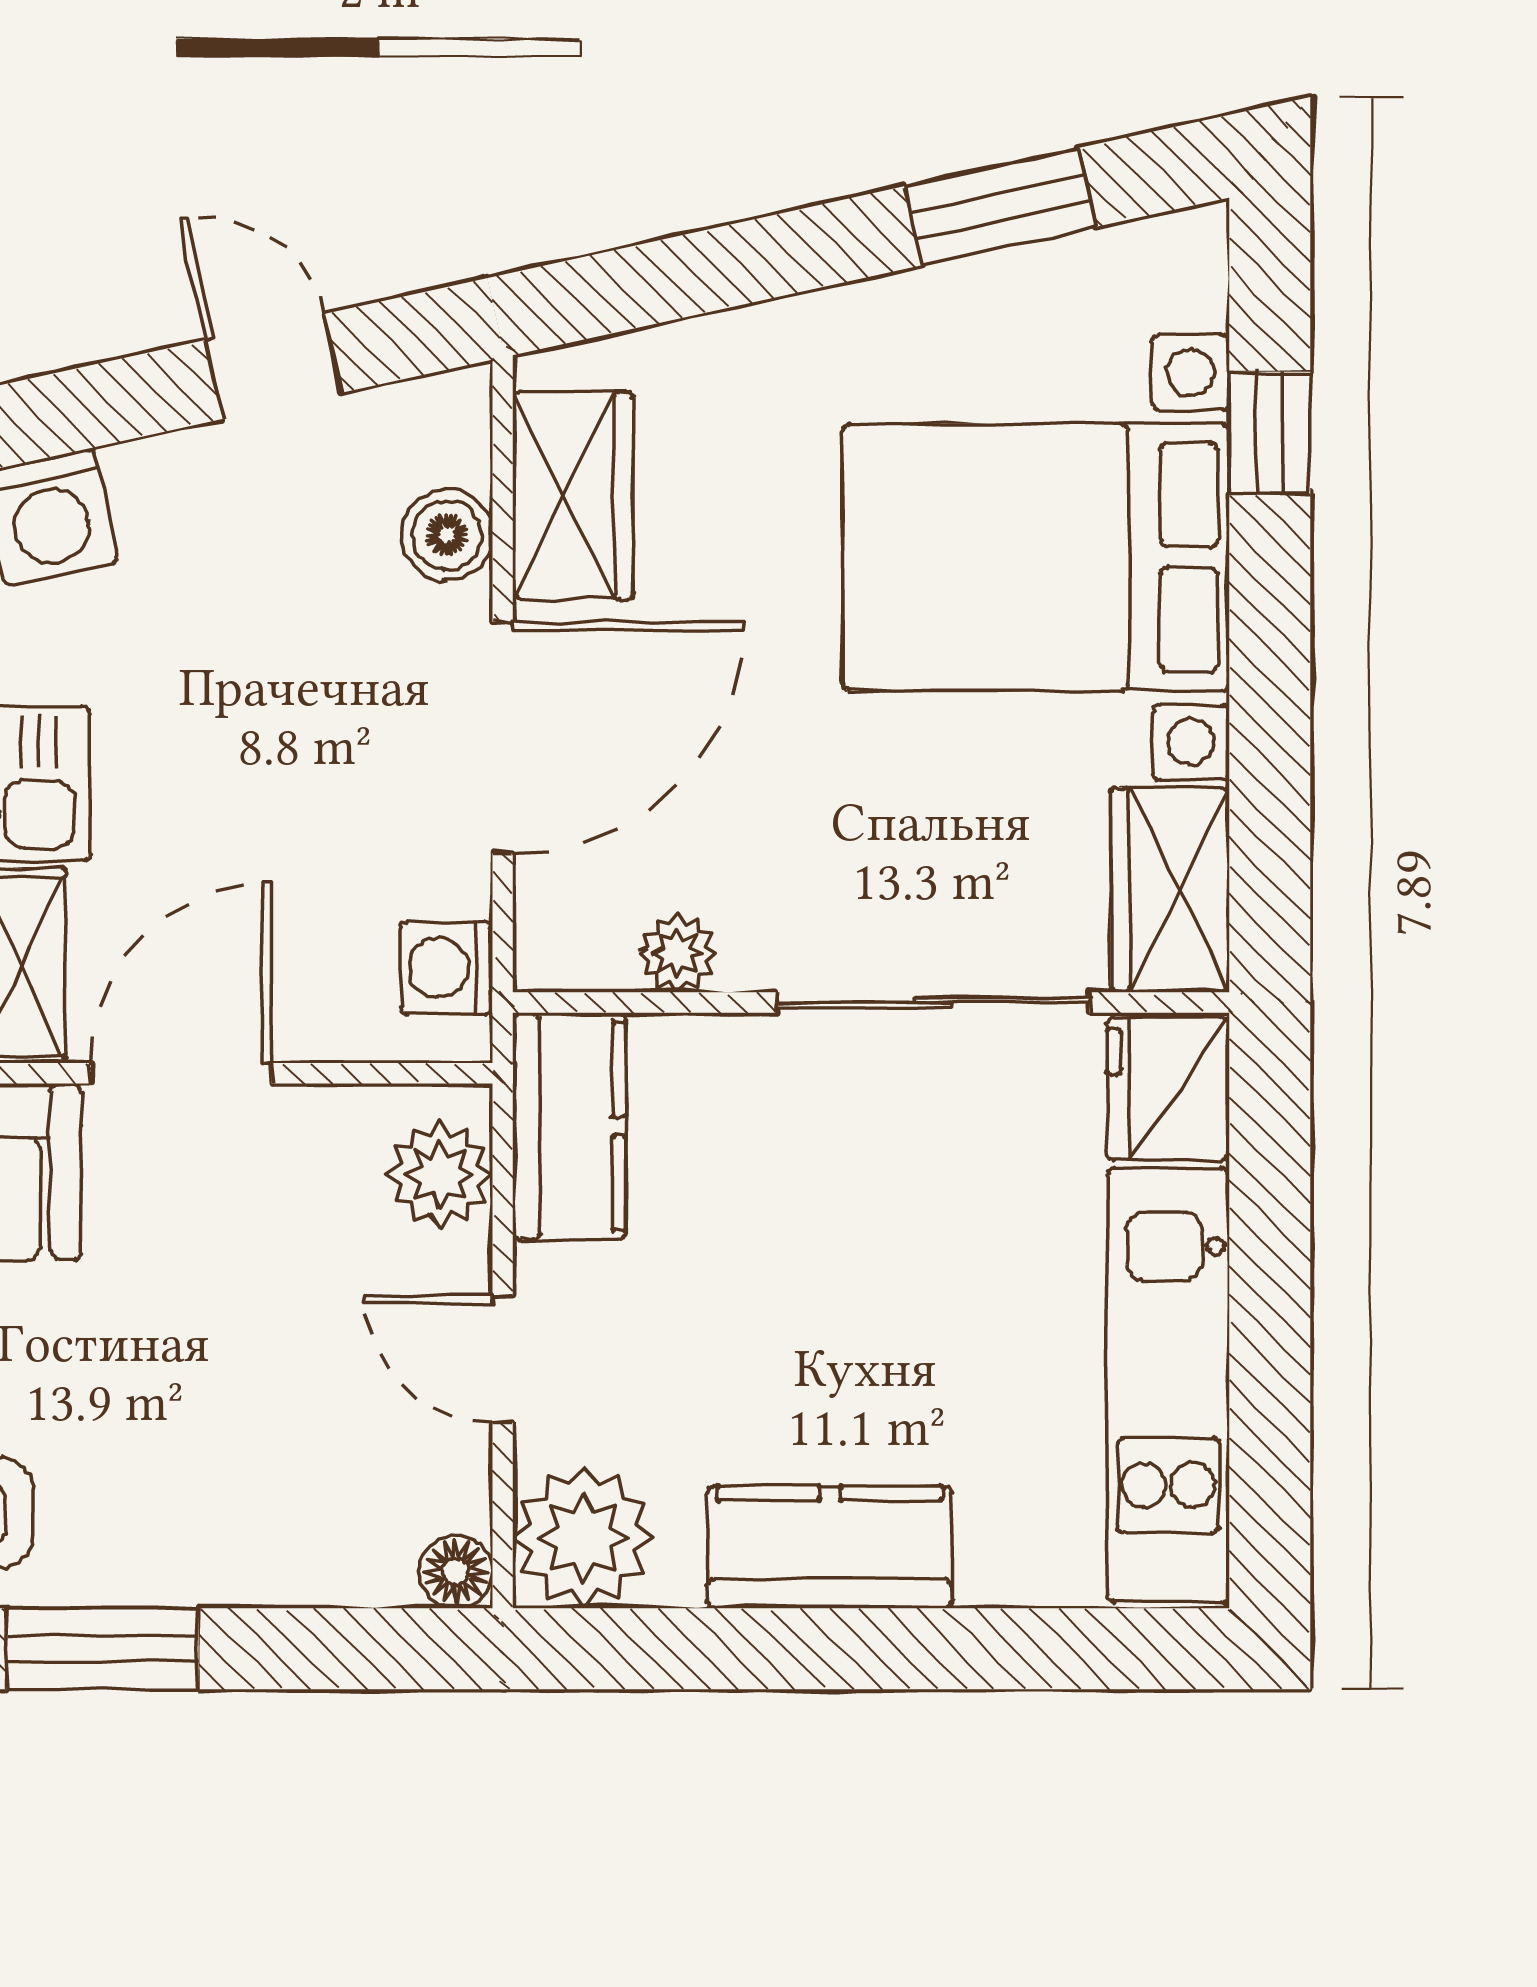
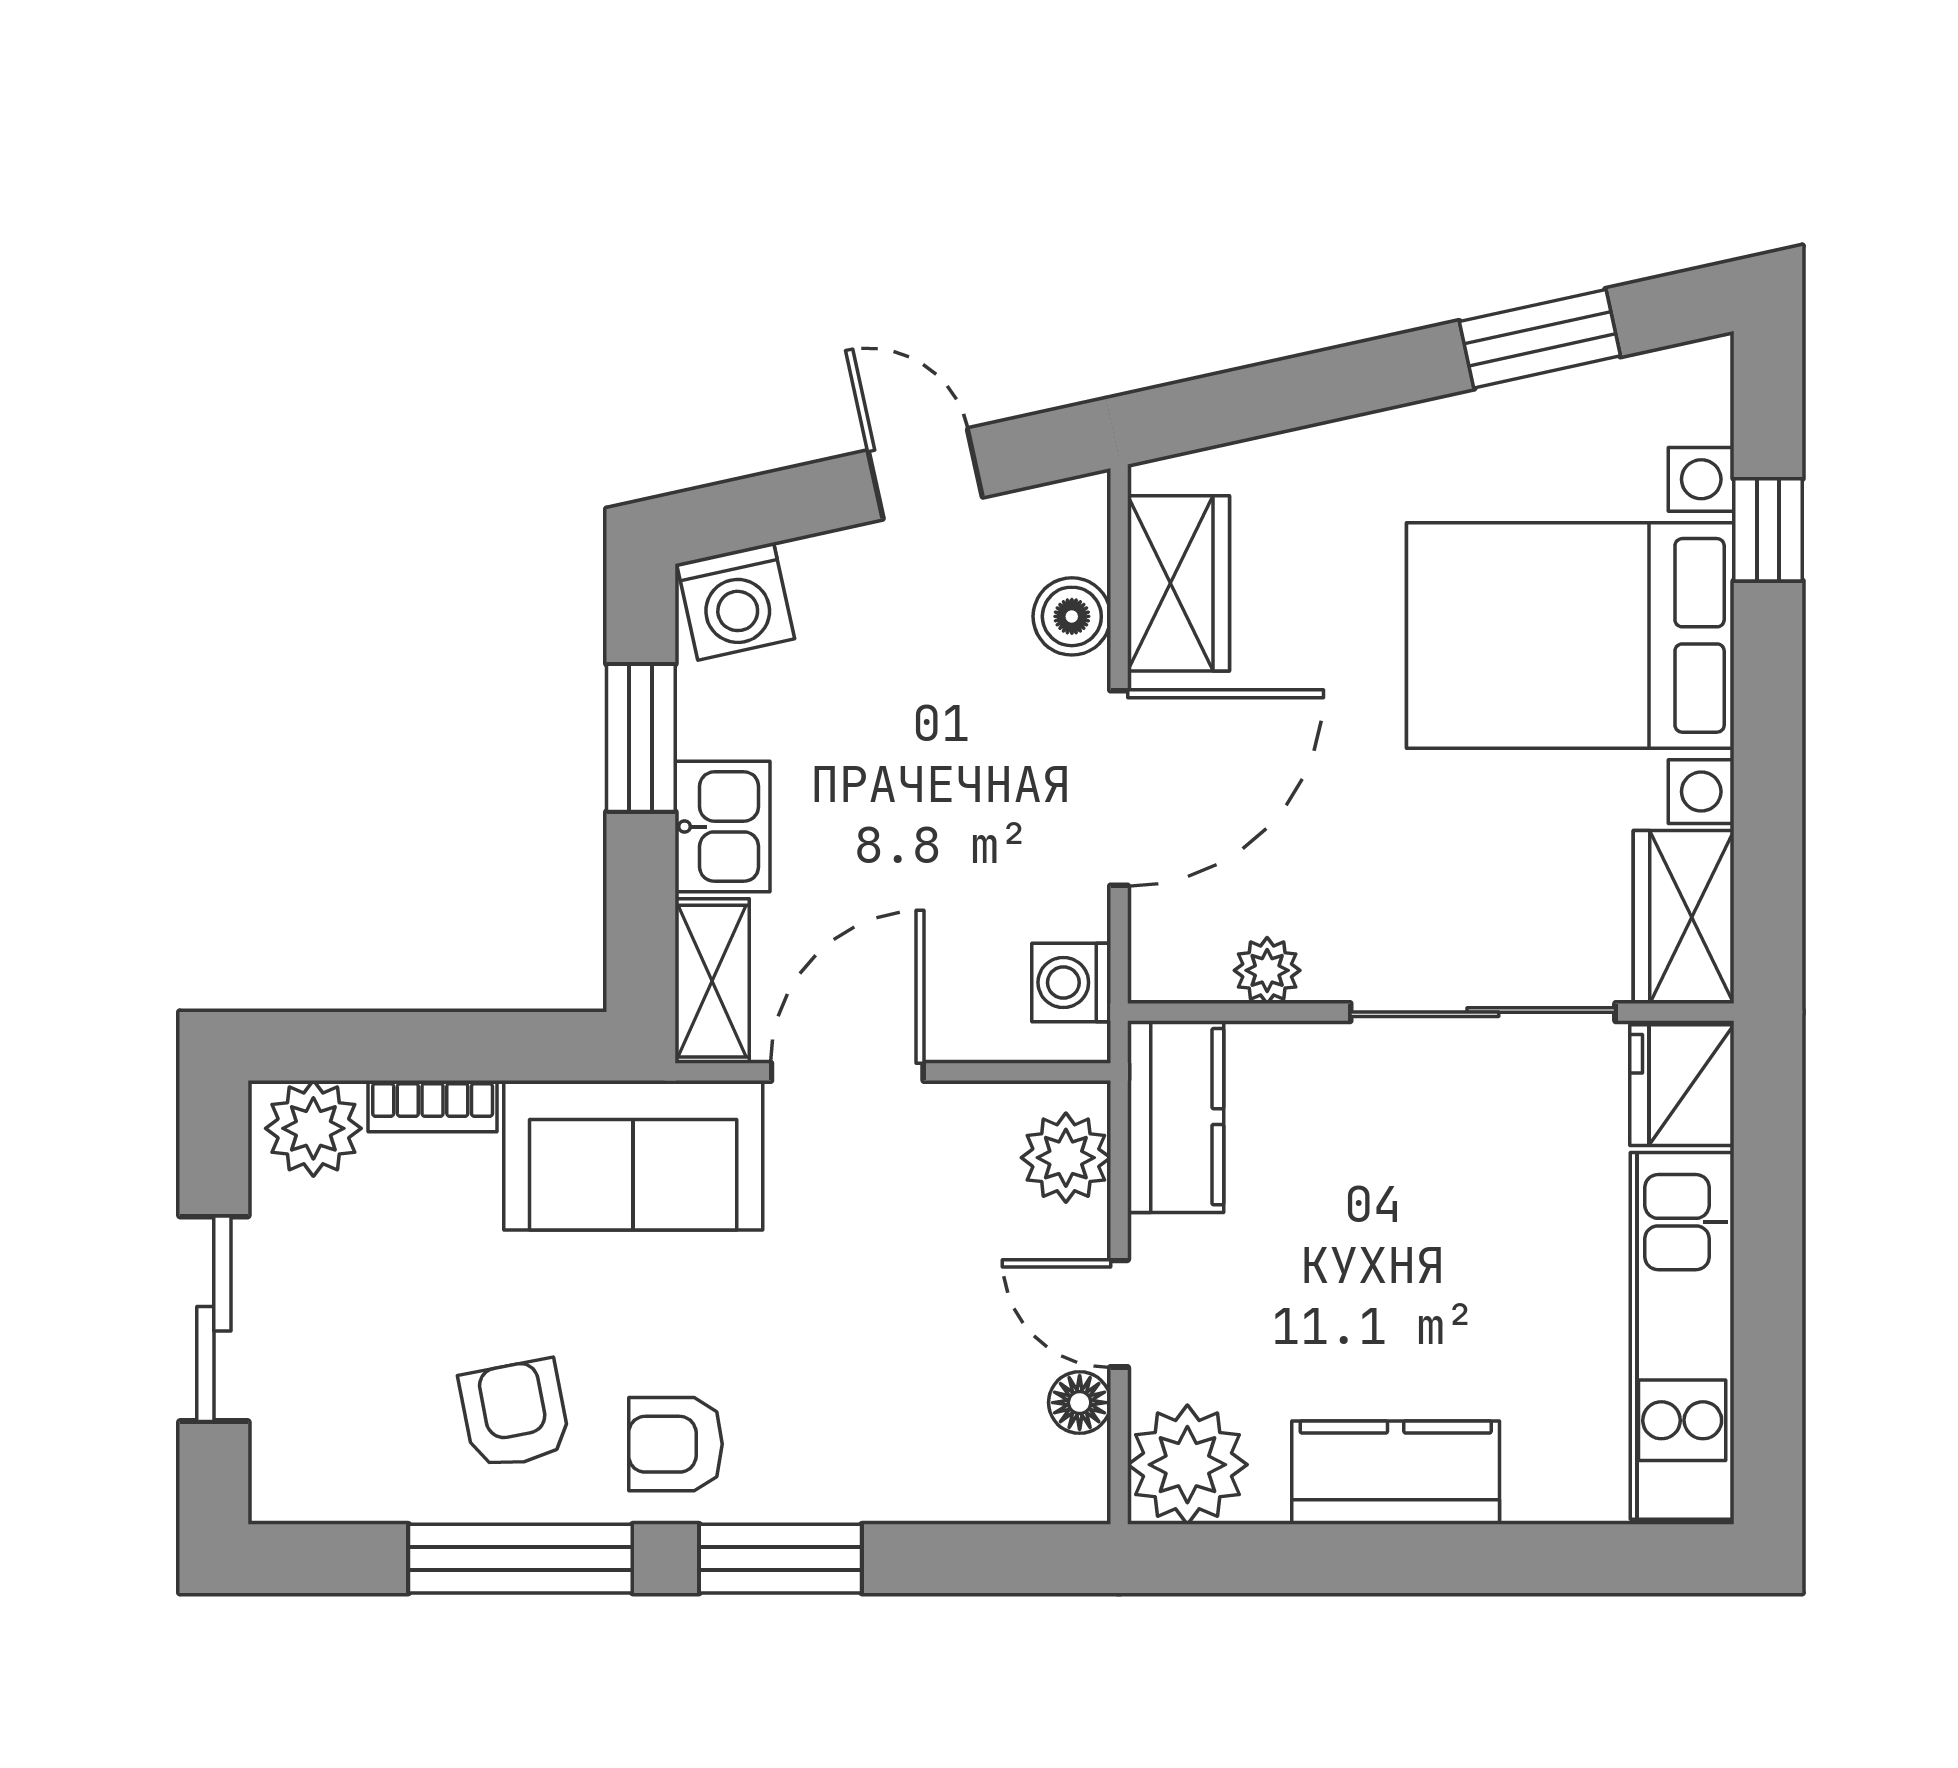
floor lamp: (456, 1572) -> (1080, 1403), moved

